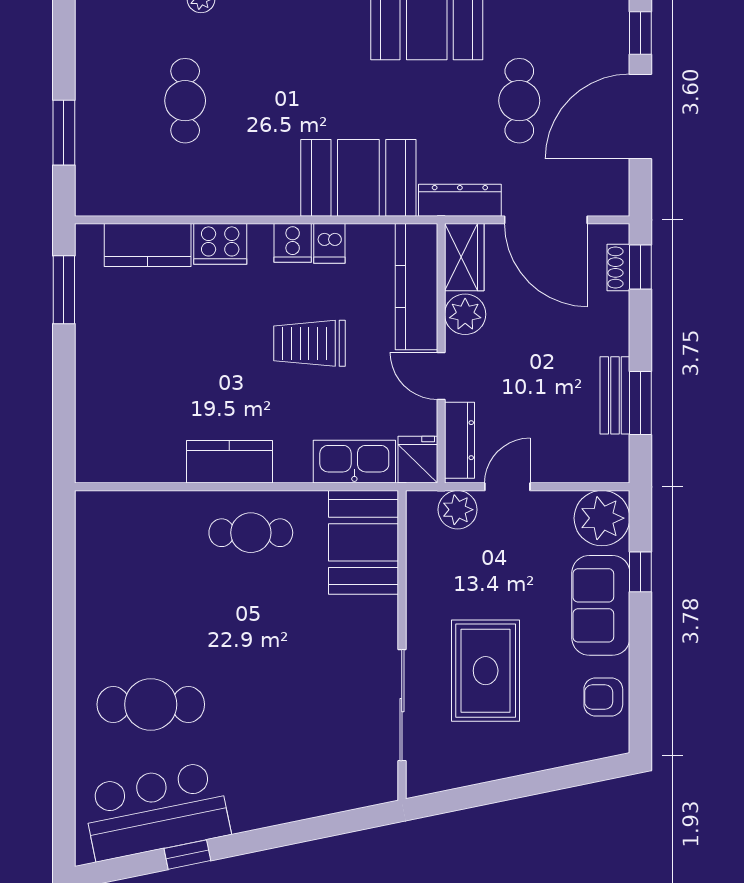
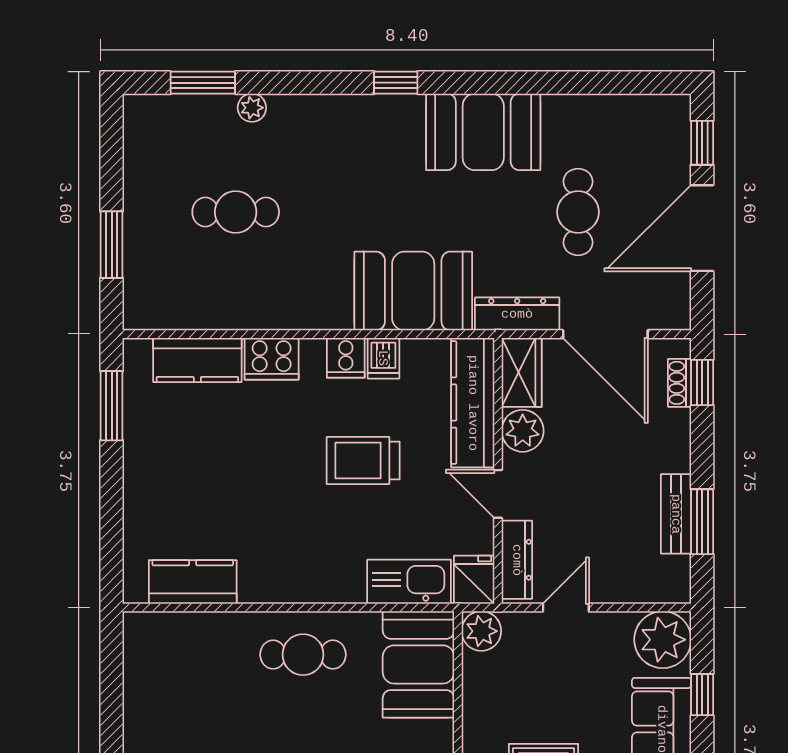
cafe table: (185, 101) -> (236, 212), turned 90
kitchen counter: (229, 462) -> (193, 582), moved
plant: (458, 510) -> (481, 631), moved

